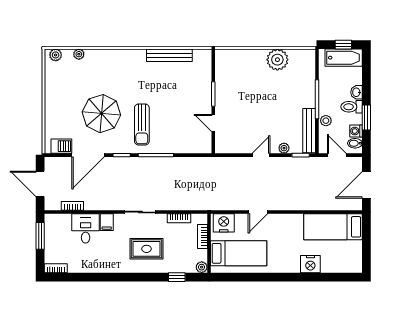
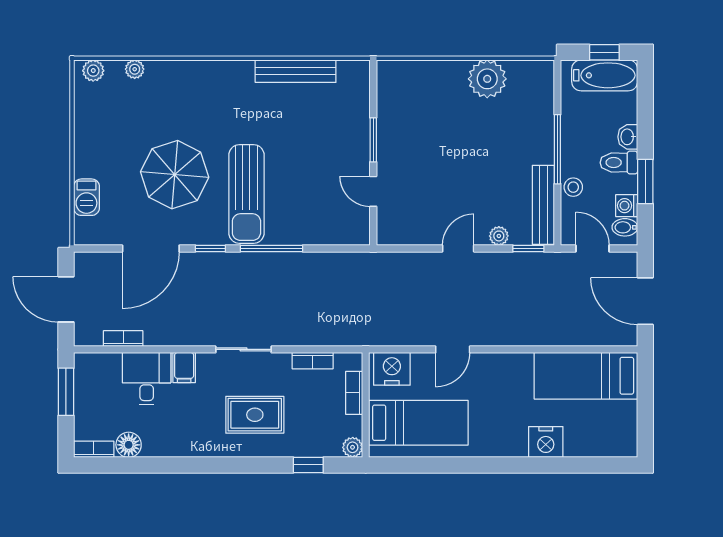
sun lounger: (142, 125) -> (246, 194), width x1.36, depth x1.34
barbecue: (61, 146) -> (86, 197), moved, turned 90
door: (366, 185) -> (645, 301), hinge flipped
floor lamp: (75, 266) -> (129, 445), added

